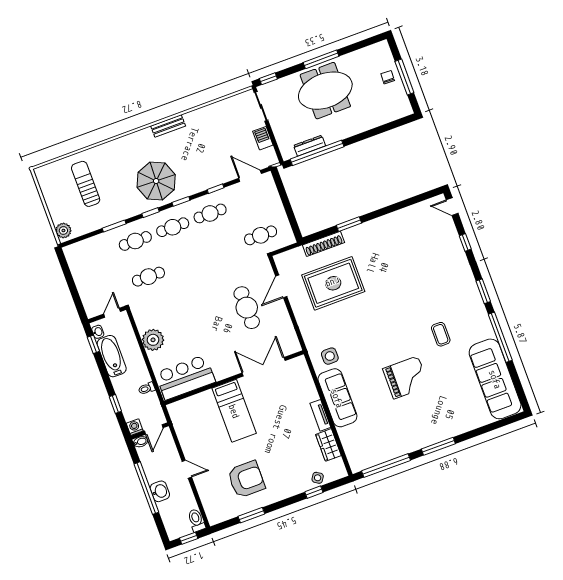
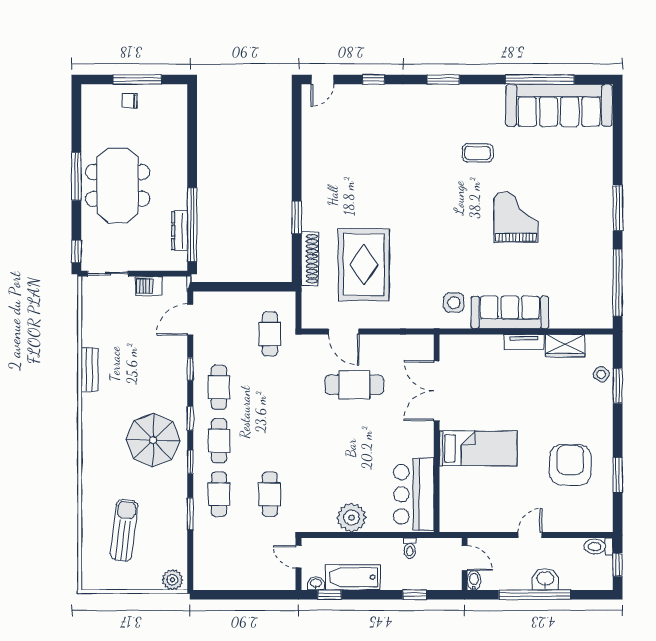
bench: (168, 126) -> (89, 370), moved
sun lounger: (86, 184) -> (124, 530), turned 97
window: (500, 337) -> (540, 80), moved
washing machine: (135, 427) -> (453, 581), removed
window: (314, 492) -> (618, 386), width x1.50

